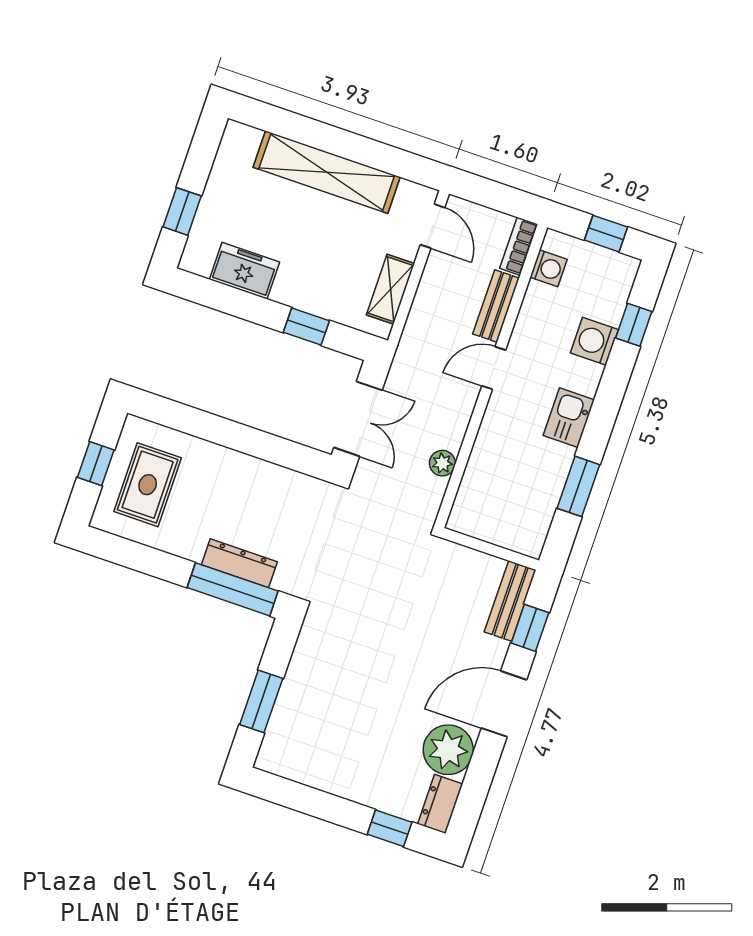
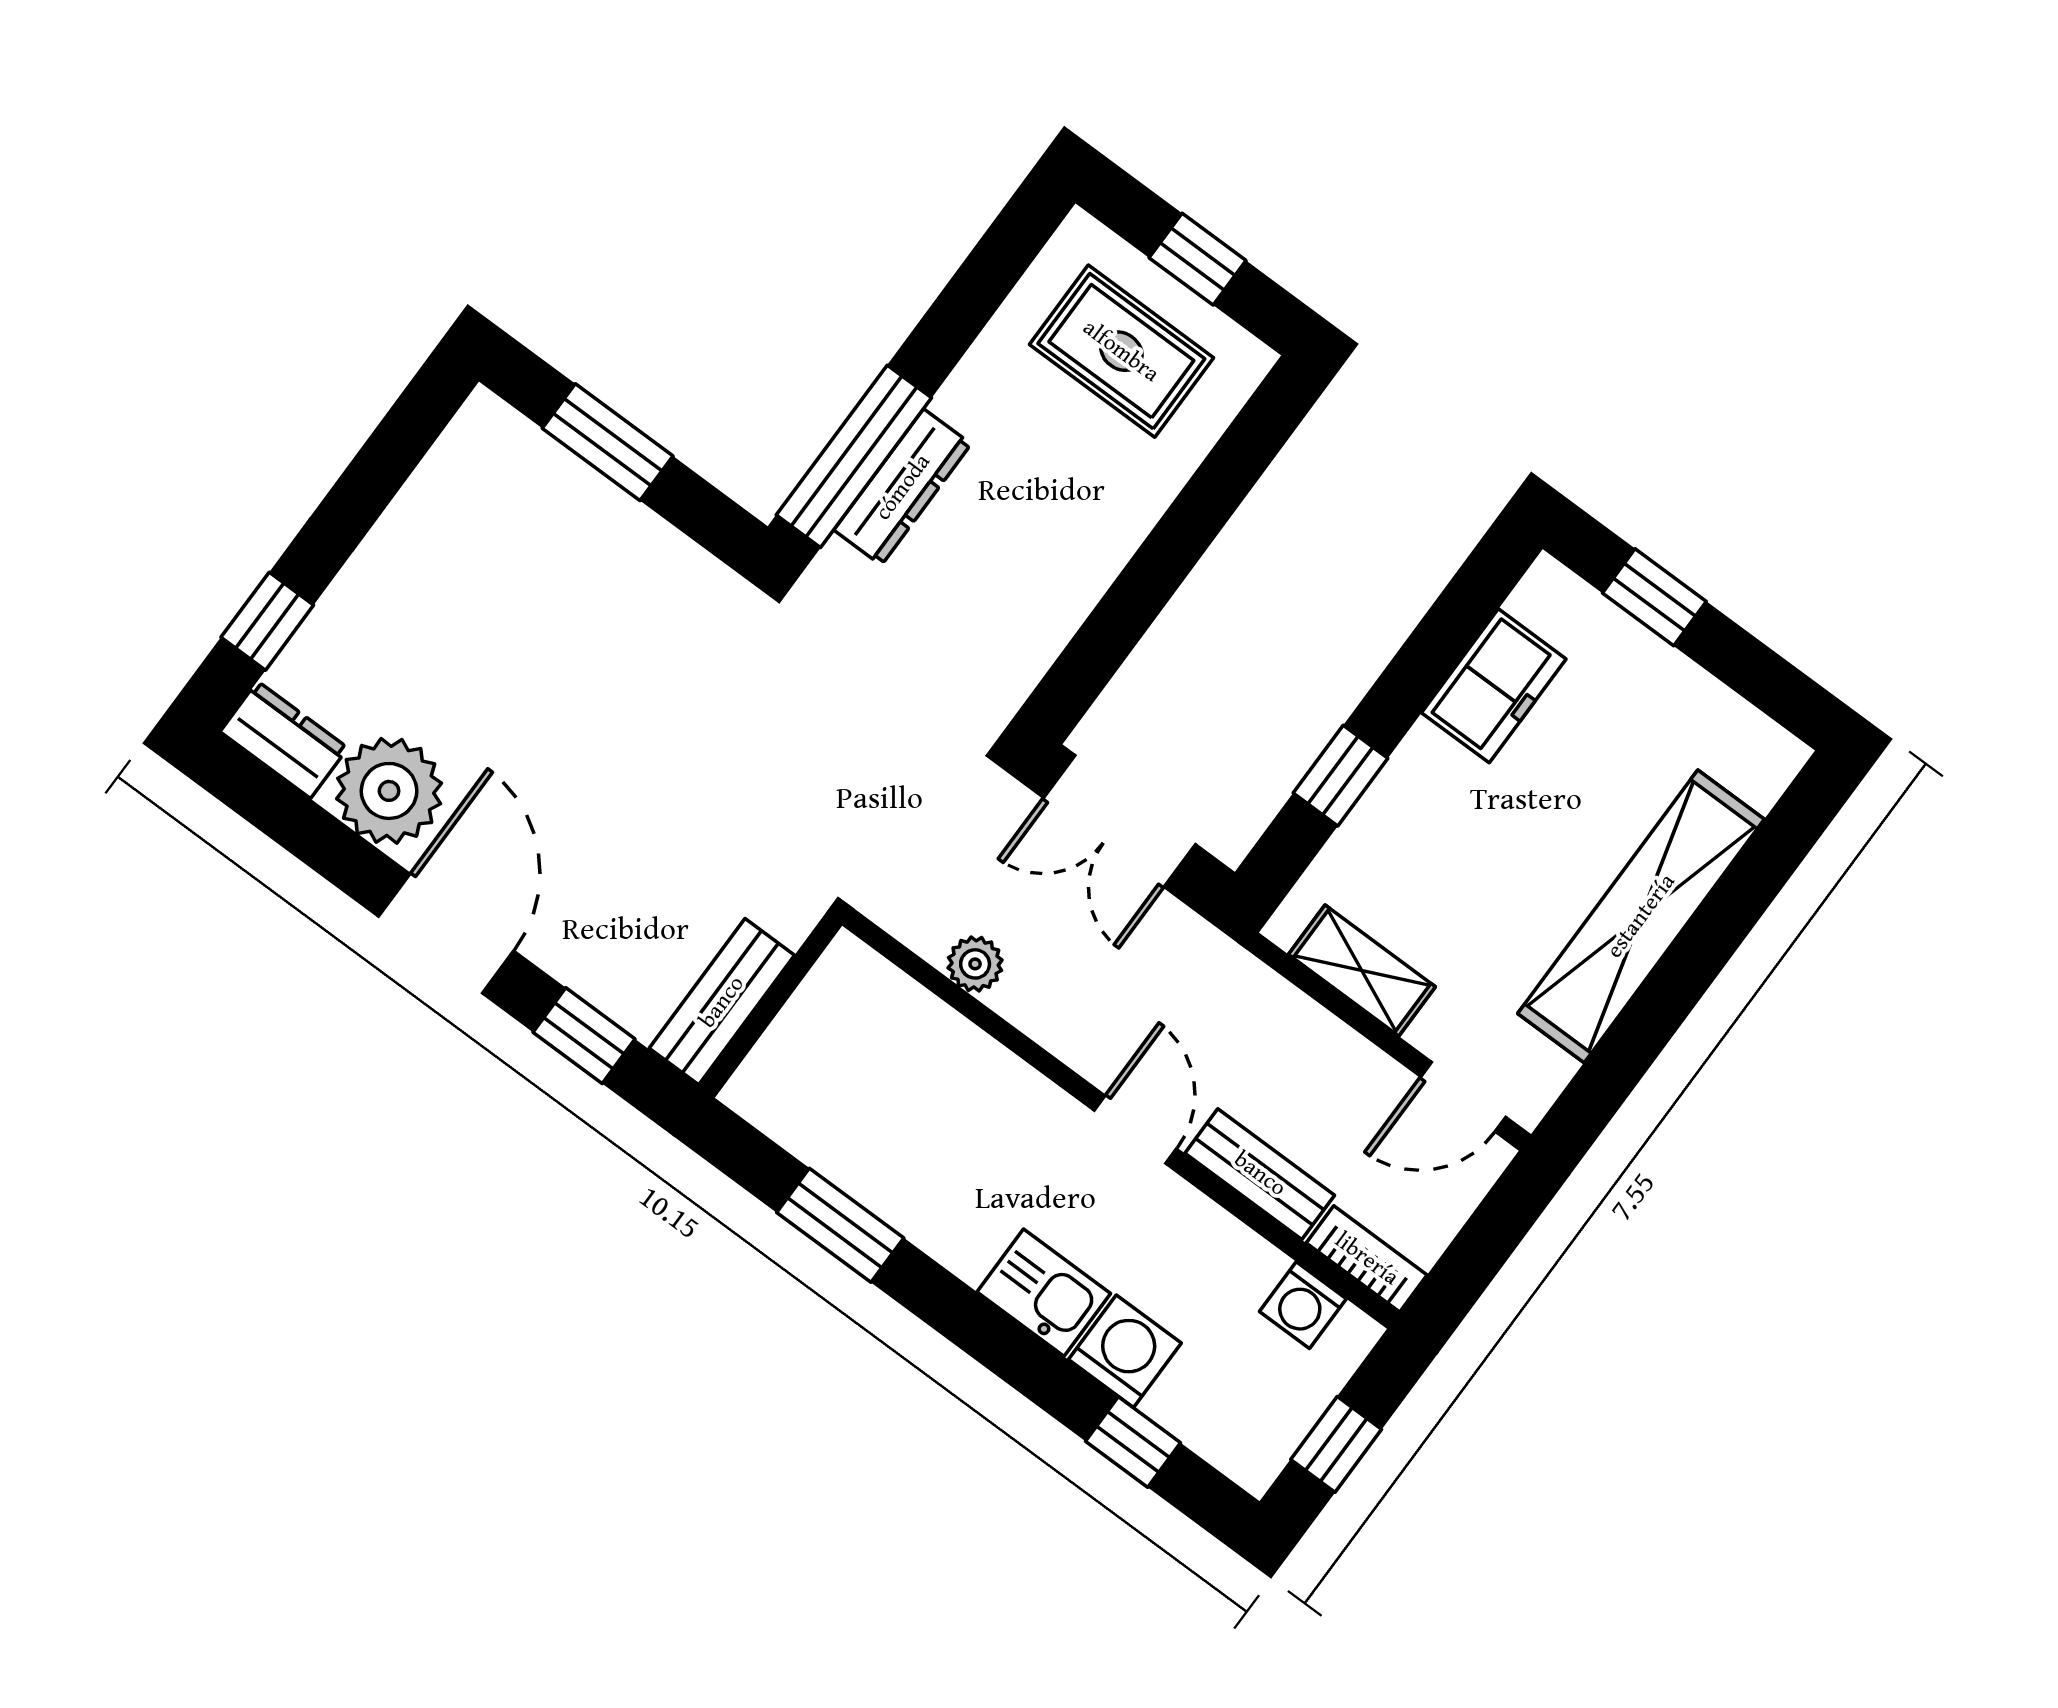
kitchen sink: (569, 418) -> (1044, 1293), moved
bench: (510, 601) -> (722, 1002), moved, turned 90

